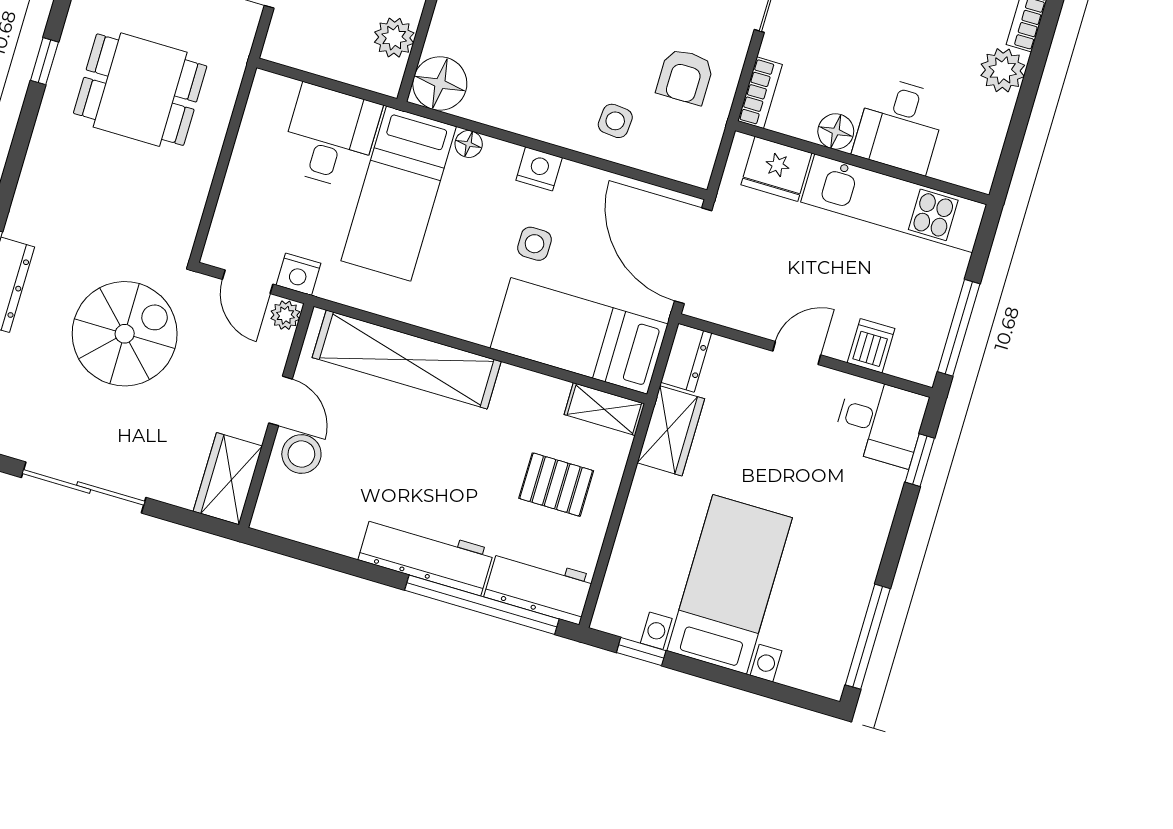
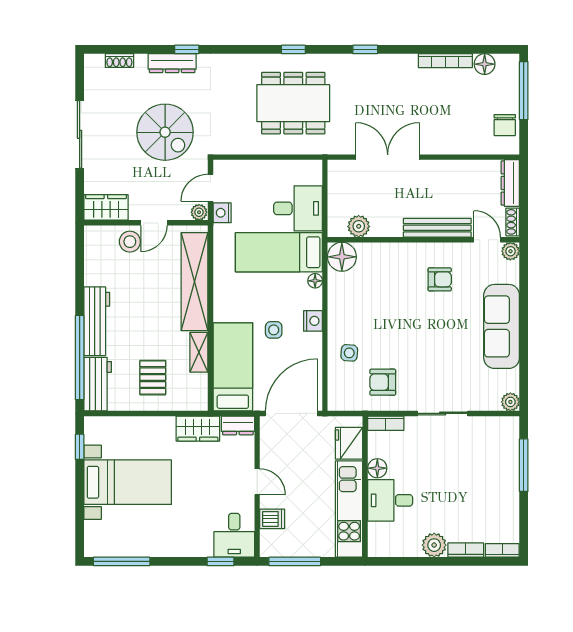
dining table: (140, 90) -> (293, 103), width x1.38
shelving: (604, 409) -> (199, 352), moved

